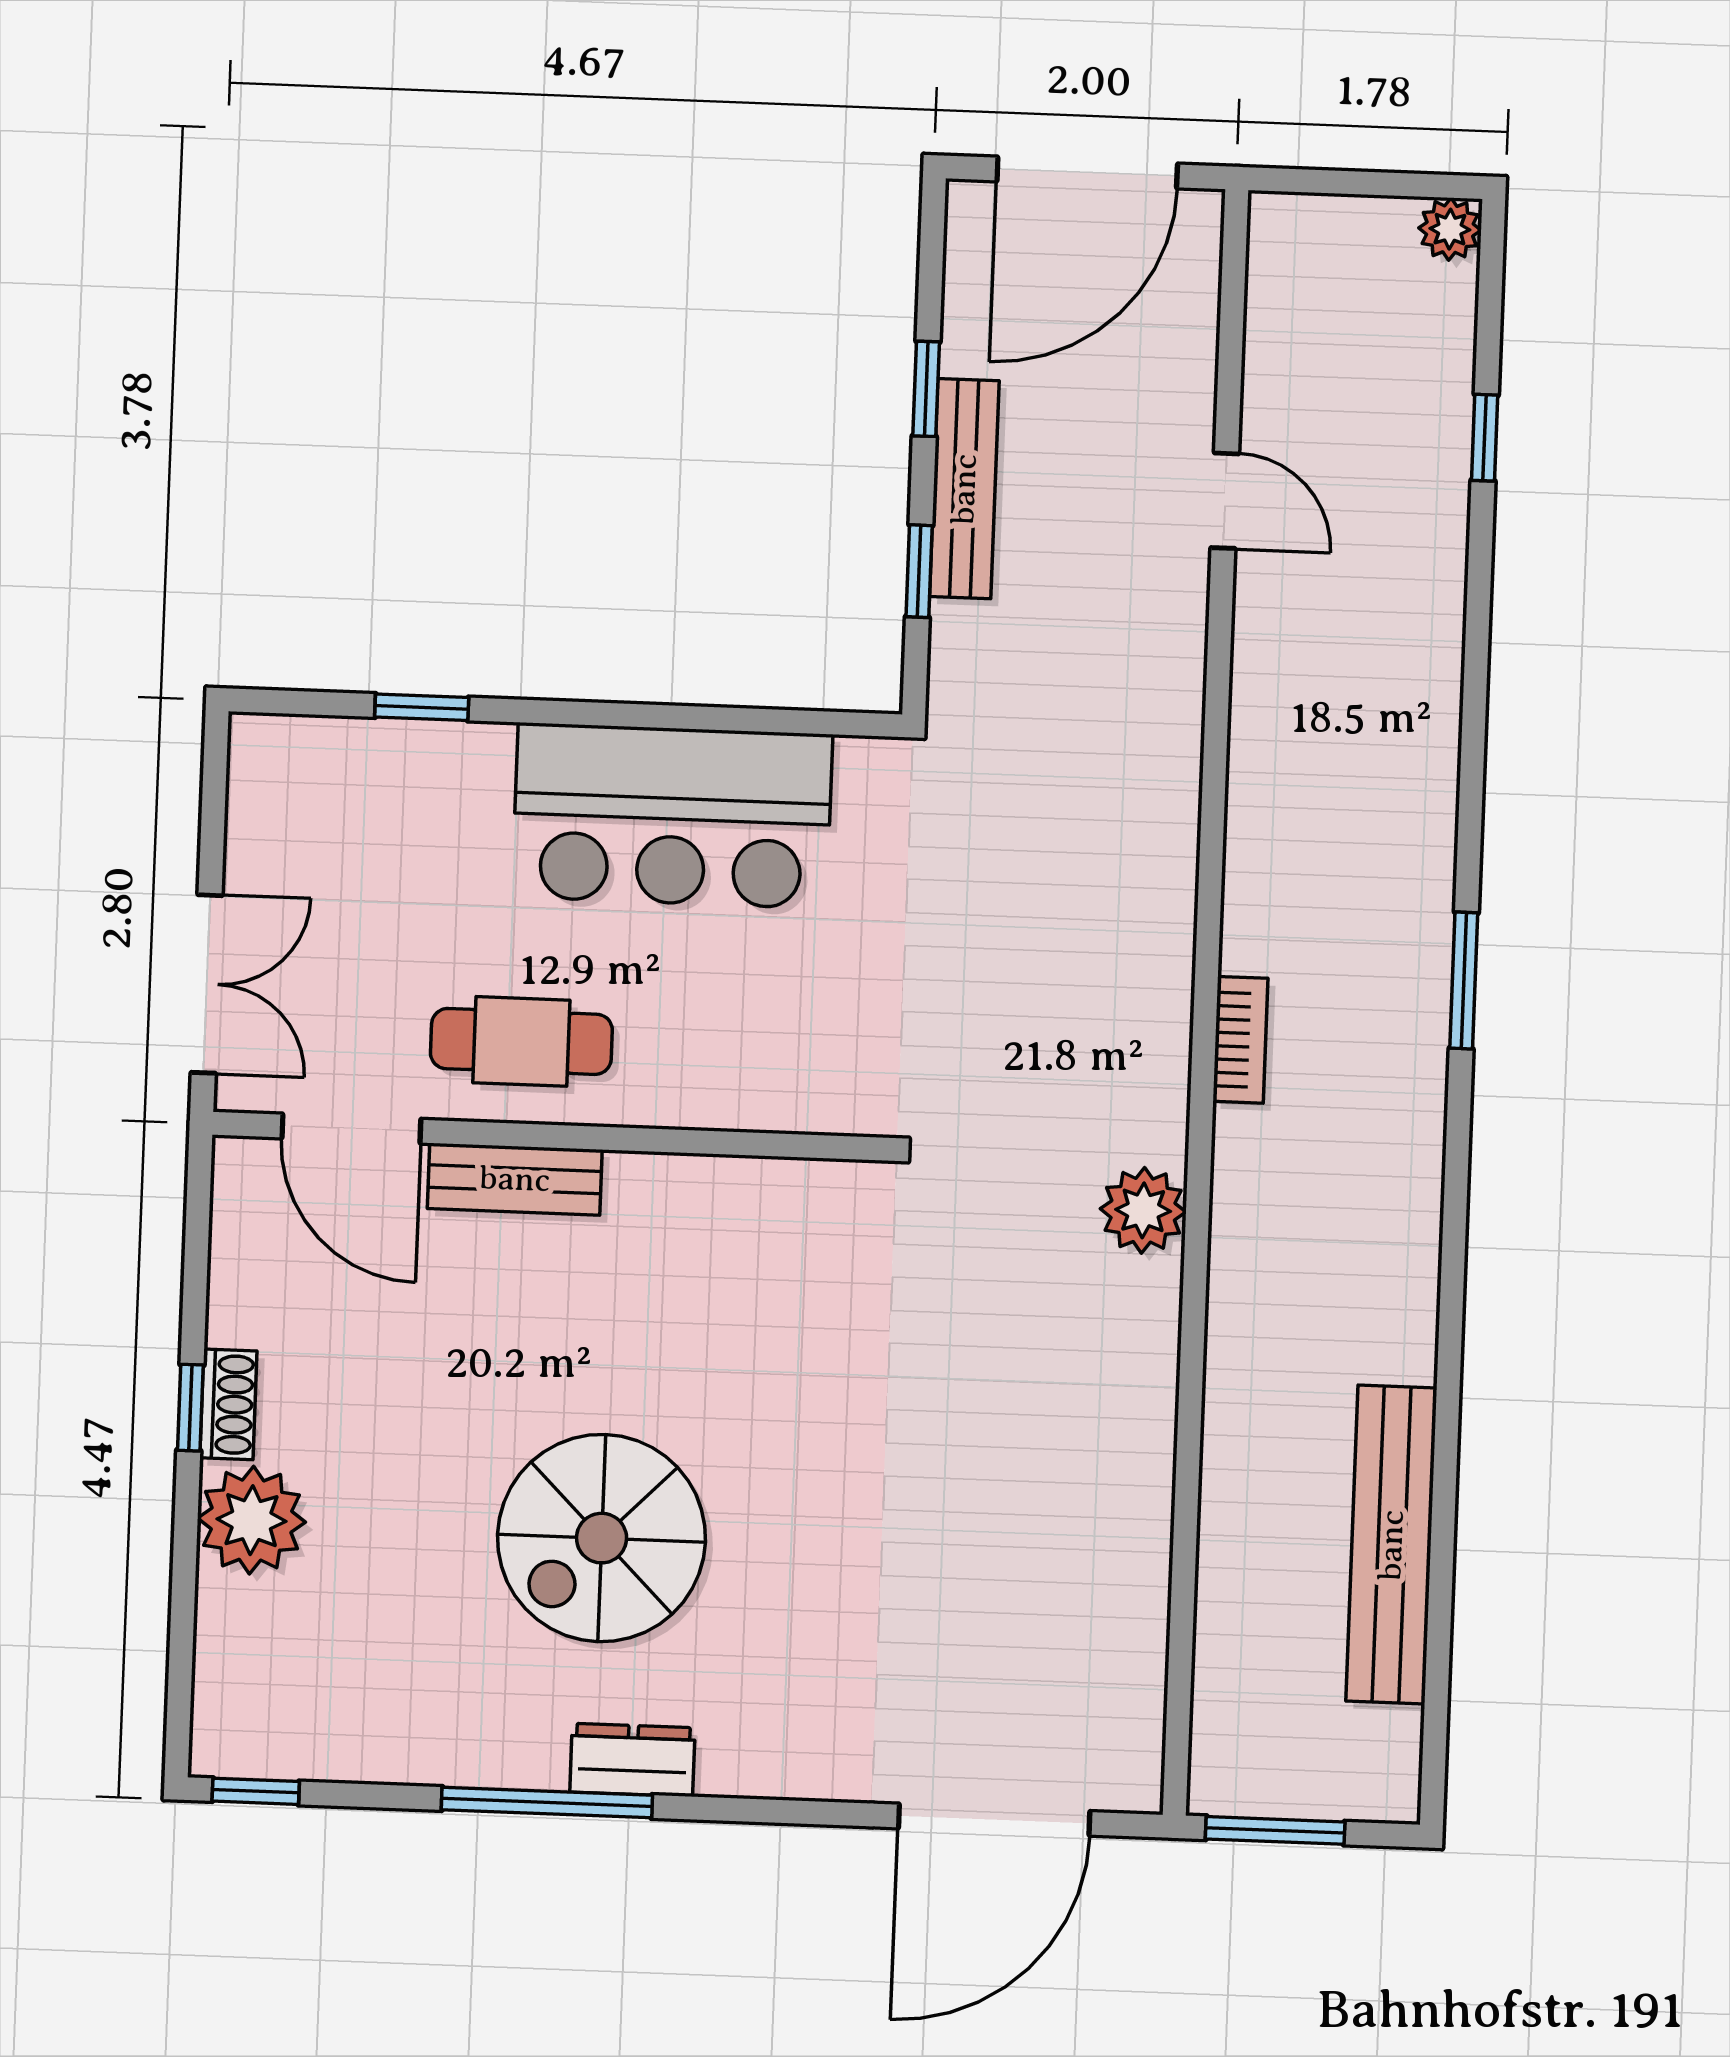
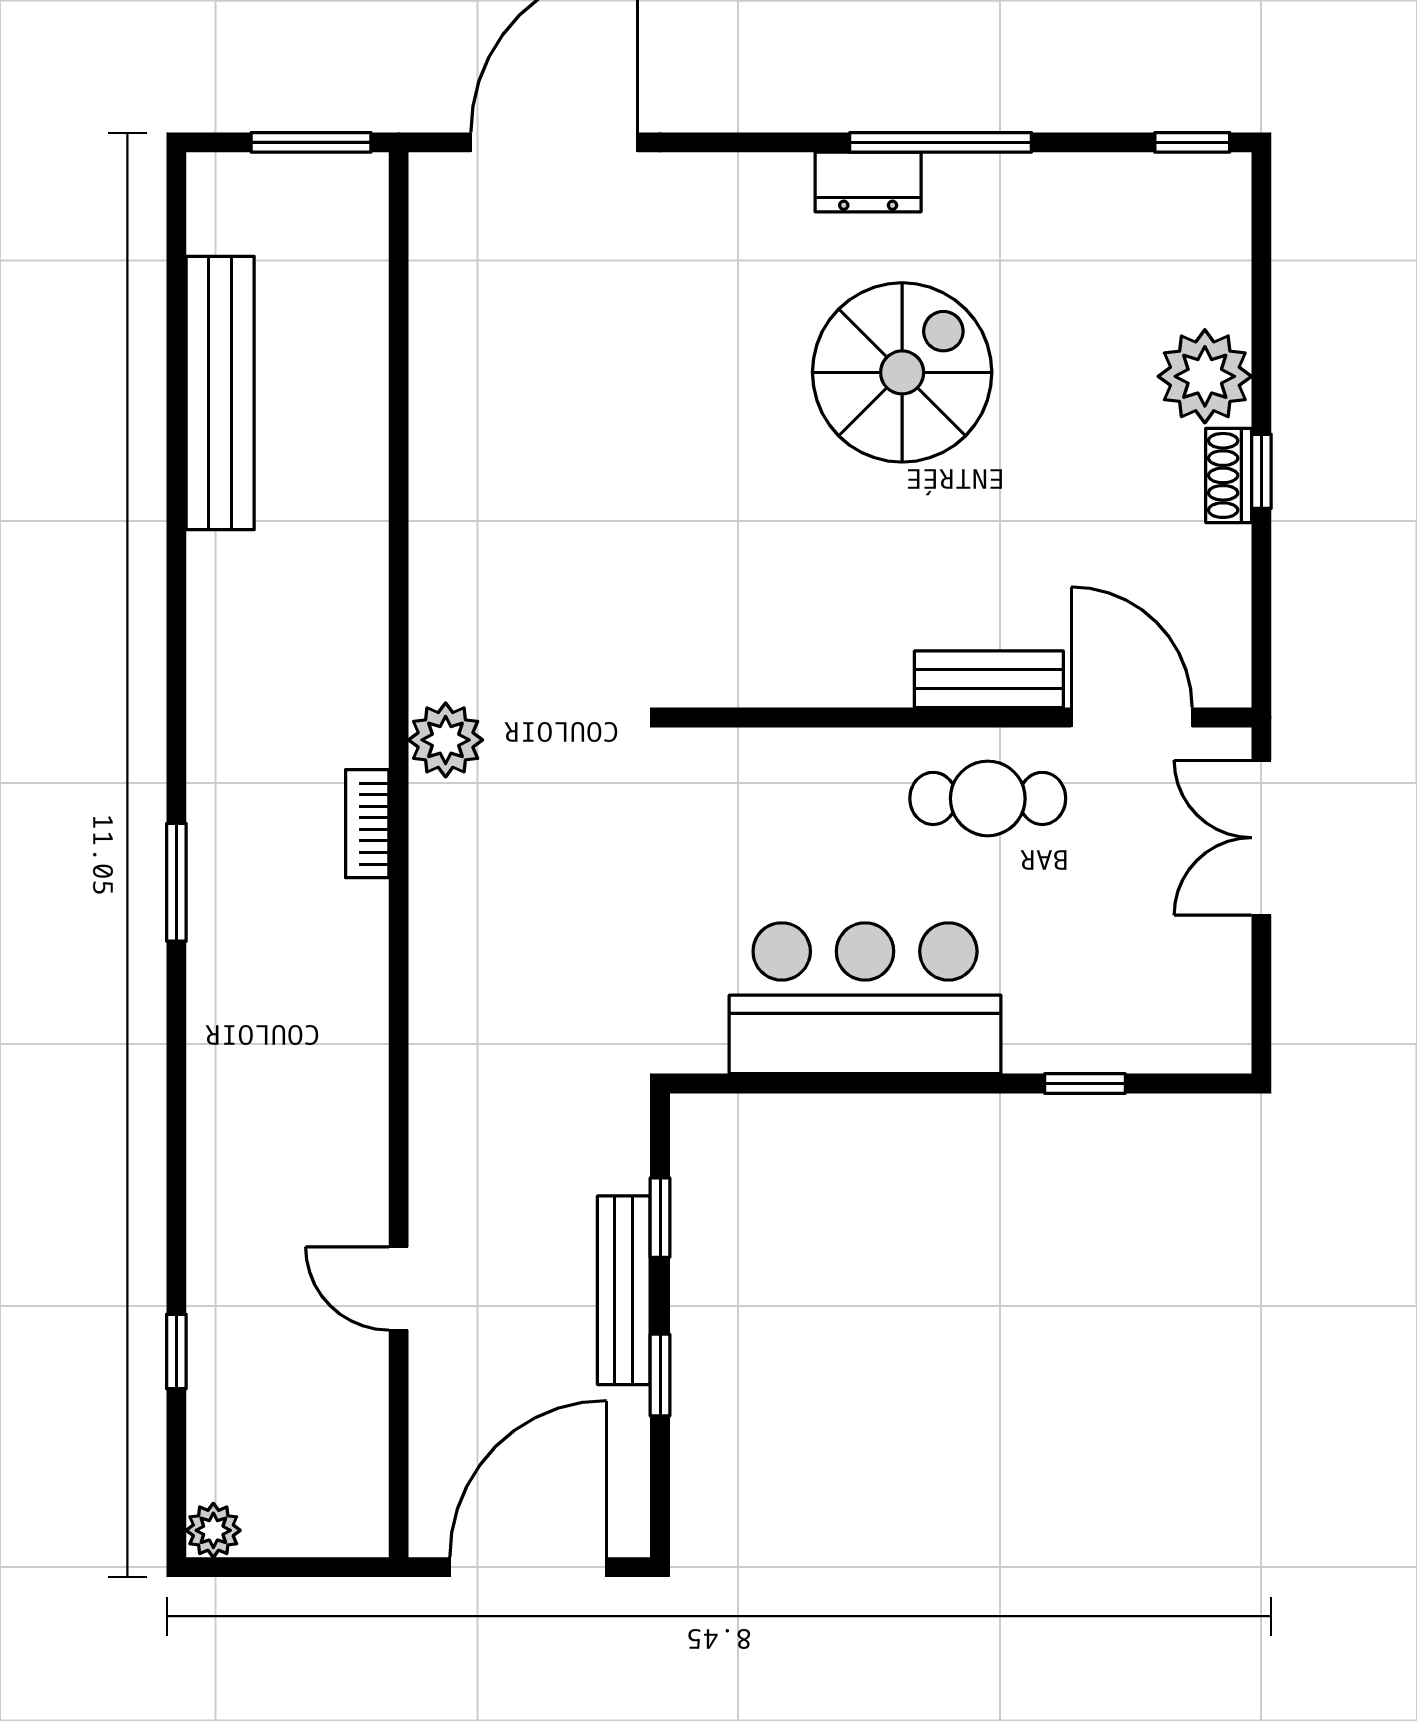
plant: (1143, 1210) -> (446, 740), moved

